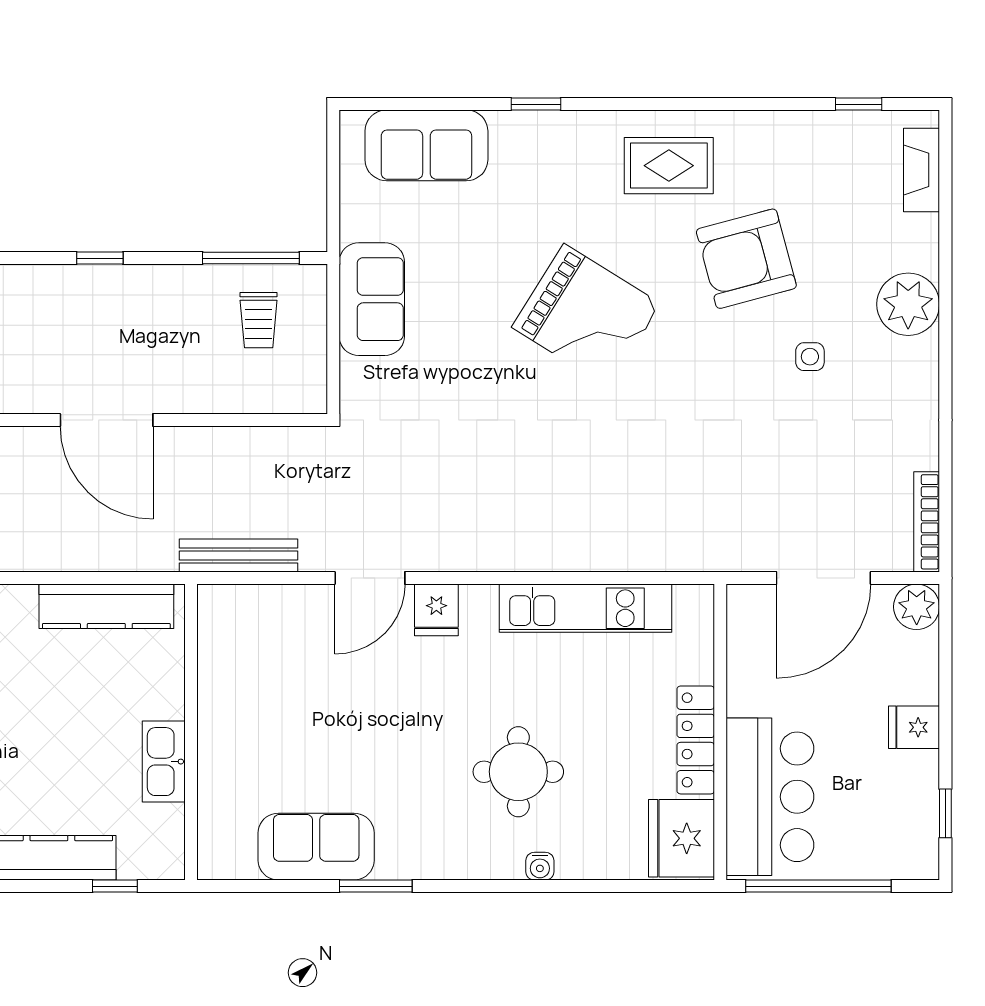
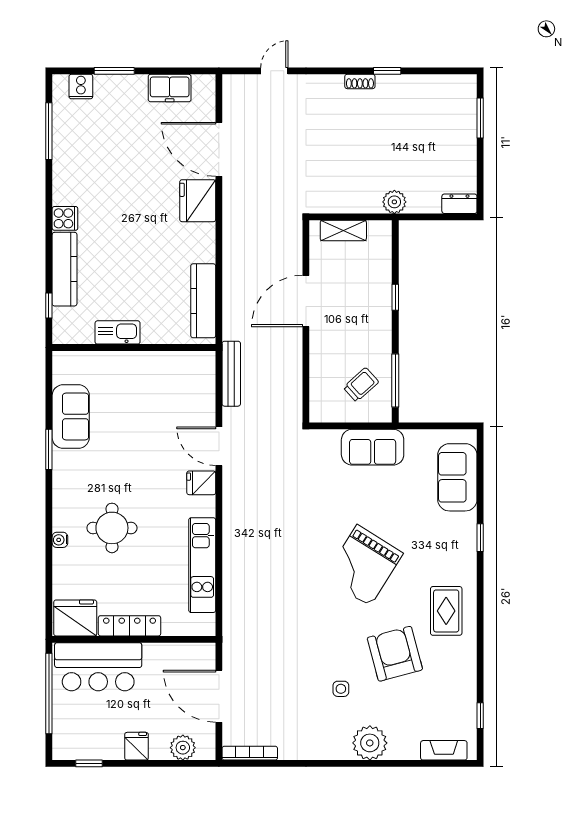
trolley: (259, 320) -> (361, 385), turned 138
plant: (917, 607) -> (183, 748), moved

